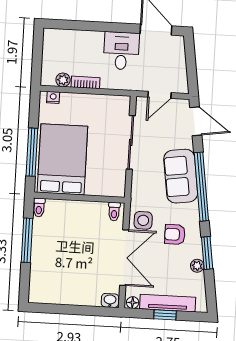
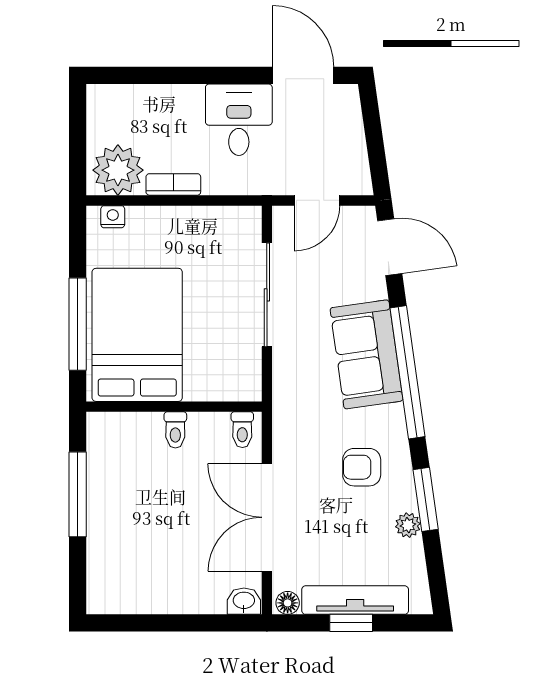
plant: (63, 80) -> (118, 170), width x1.88, depth x1.88
toilet: (39, 207) -> (175, 430), moved
side table: (143, 220) -> (299, 444), removed
double door: (124, 258) -> (267, 517), swing flipped

